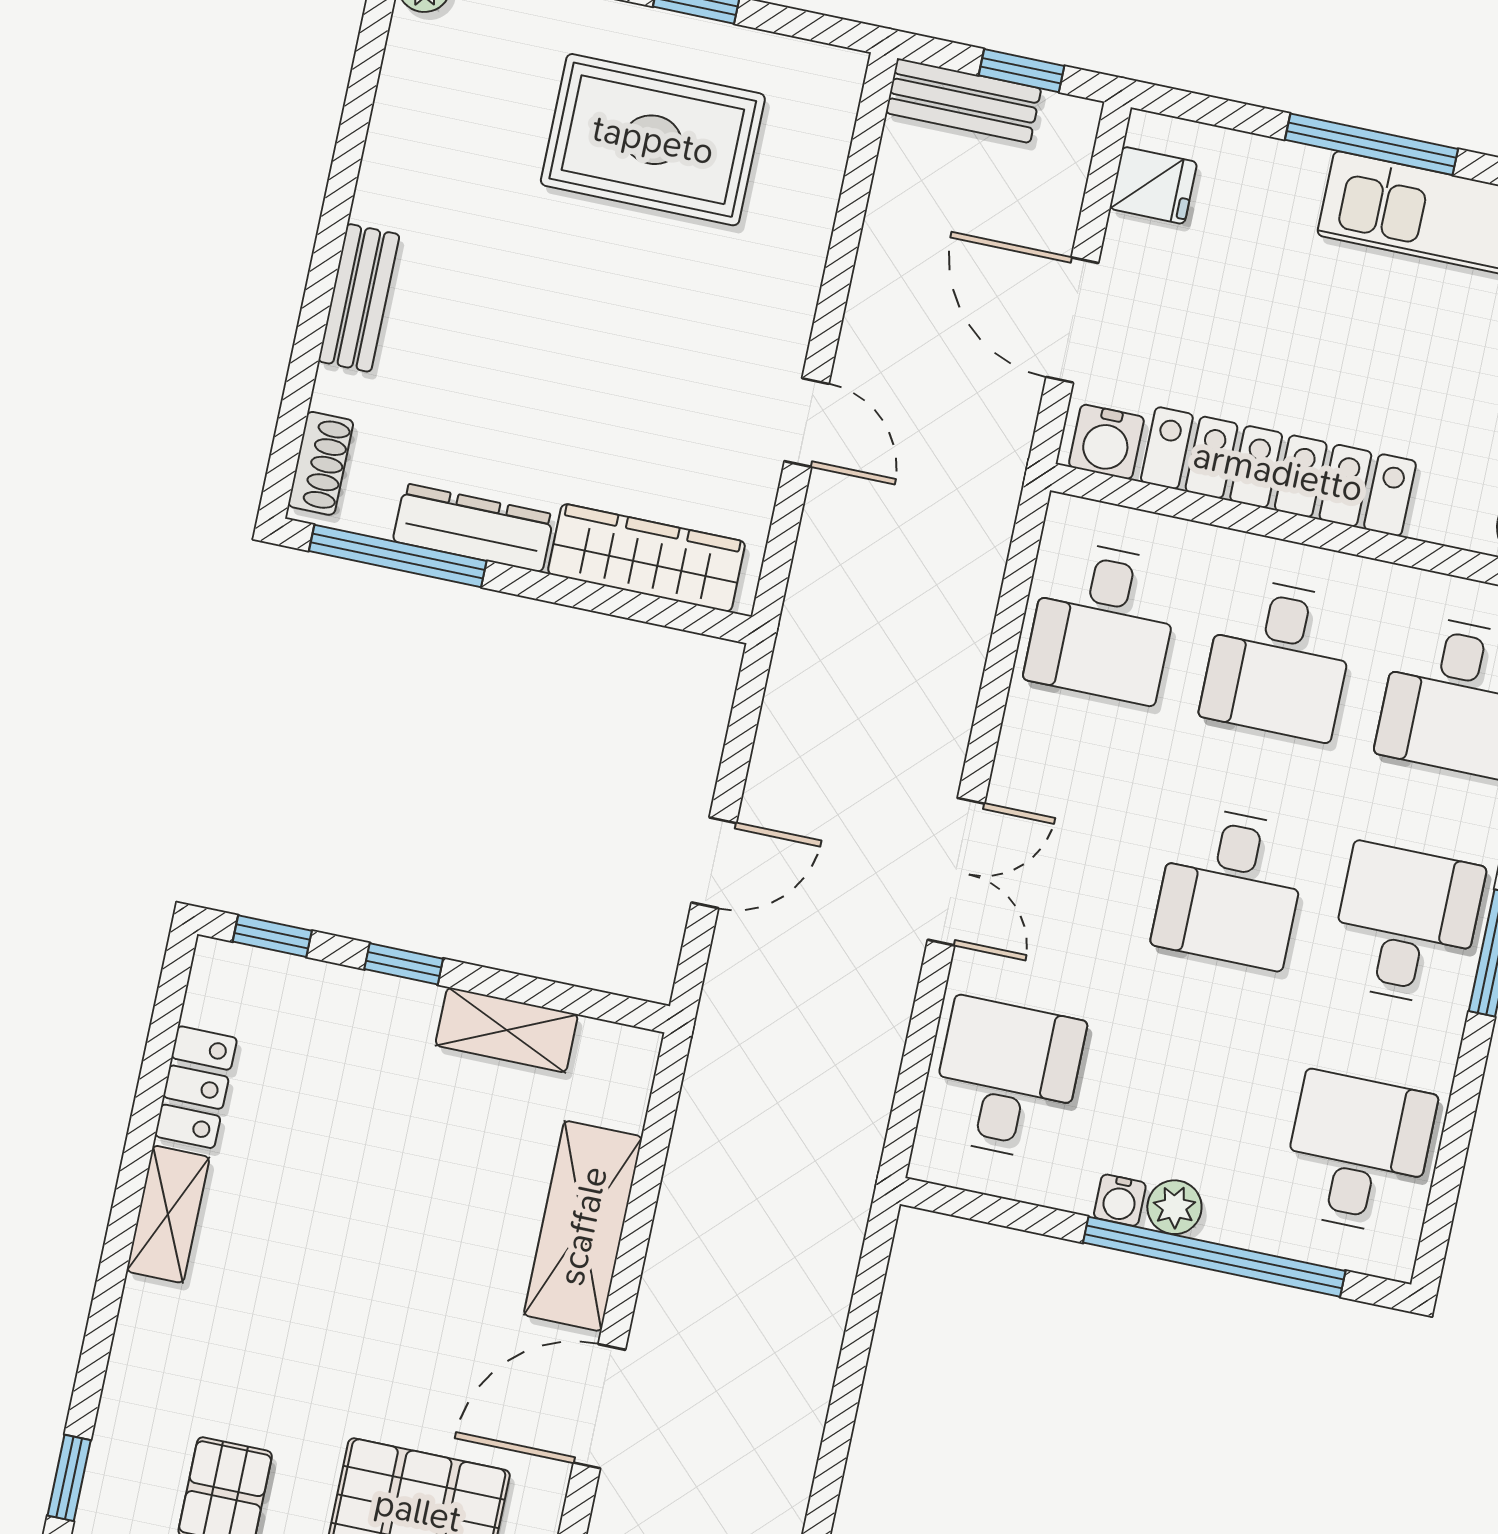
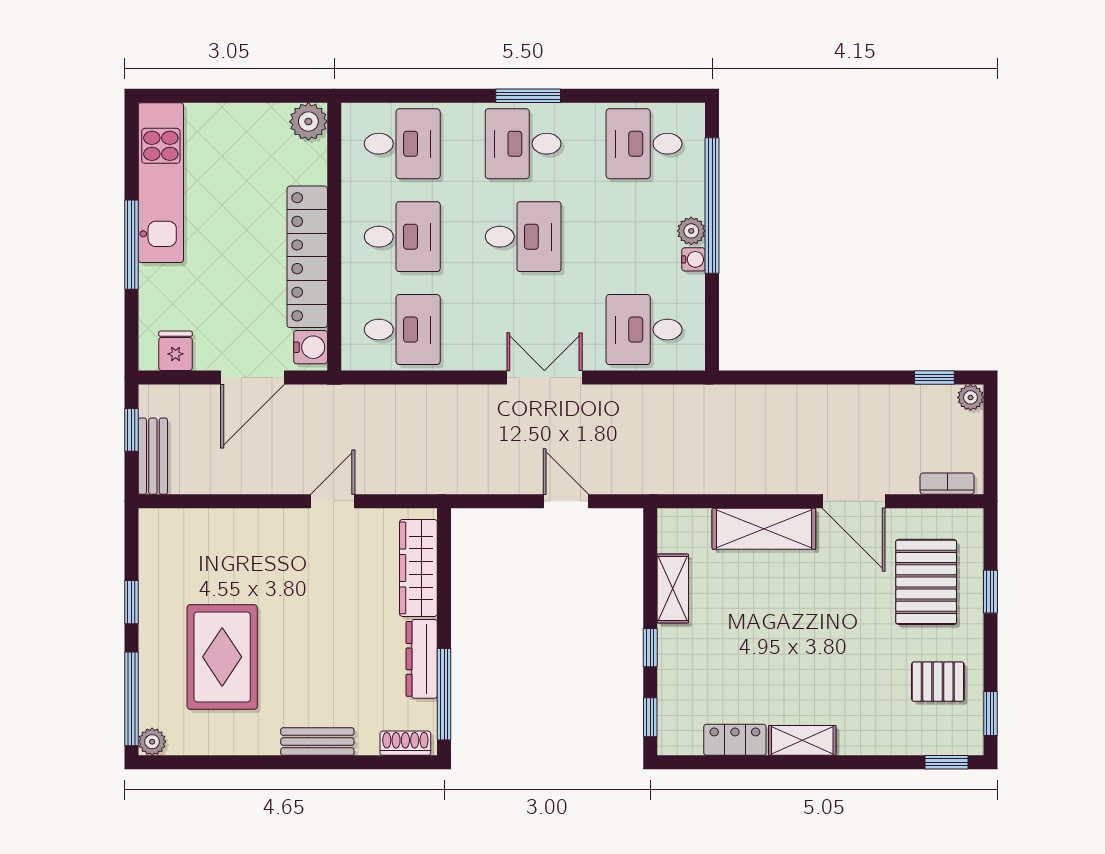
rug: (653, 140) -> (222, 657), moved

